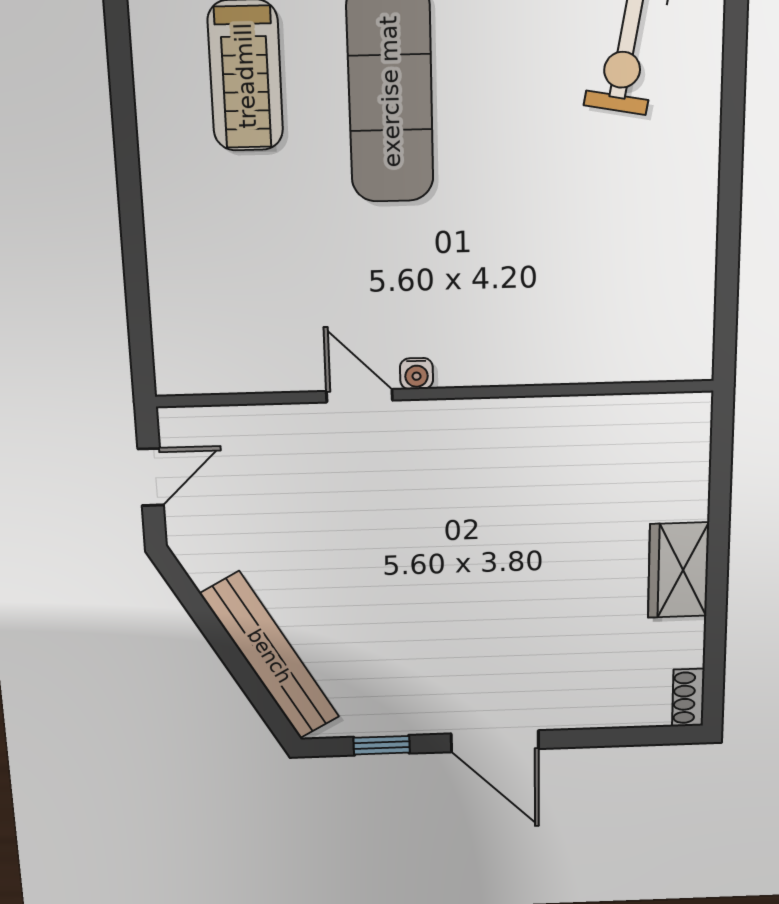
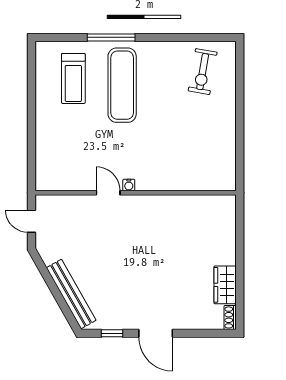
door: (151, 477) -> (32, 221), swing flipped
wardrobe: (678, 570) -> (225, 285), moved

